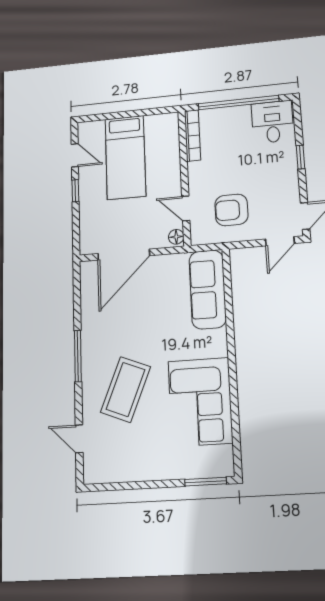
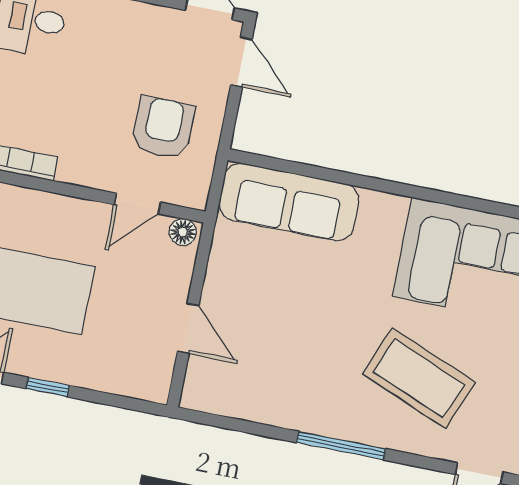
armchair: (231, 210) -> (163, 128), turned 180
door: (124, 255) -> (188, 328), width x0.53

